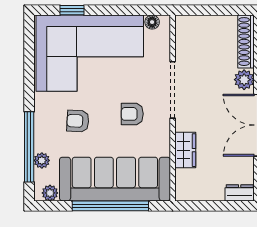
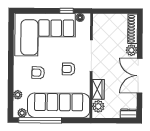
window: (72, 10) -> (67, 11), moved
window: (29, 147) -> (11, 87), removed
plant: (186, 180) -> (98, 106), added
window: (110, 206) -> (40, 120), moved

